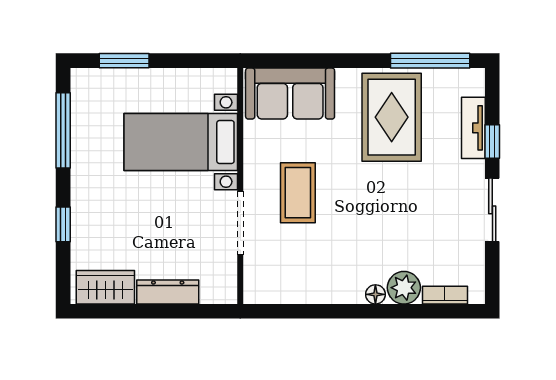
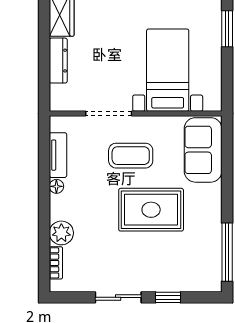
rug: (392, 117) -> (151, 210), moved
tv unit: (473, 128) -> (58, 155), moved, turned 90
floor lamp: (375, 294) -> (56, 186), moved

